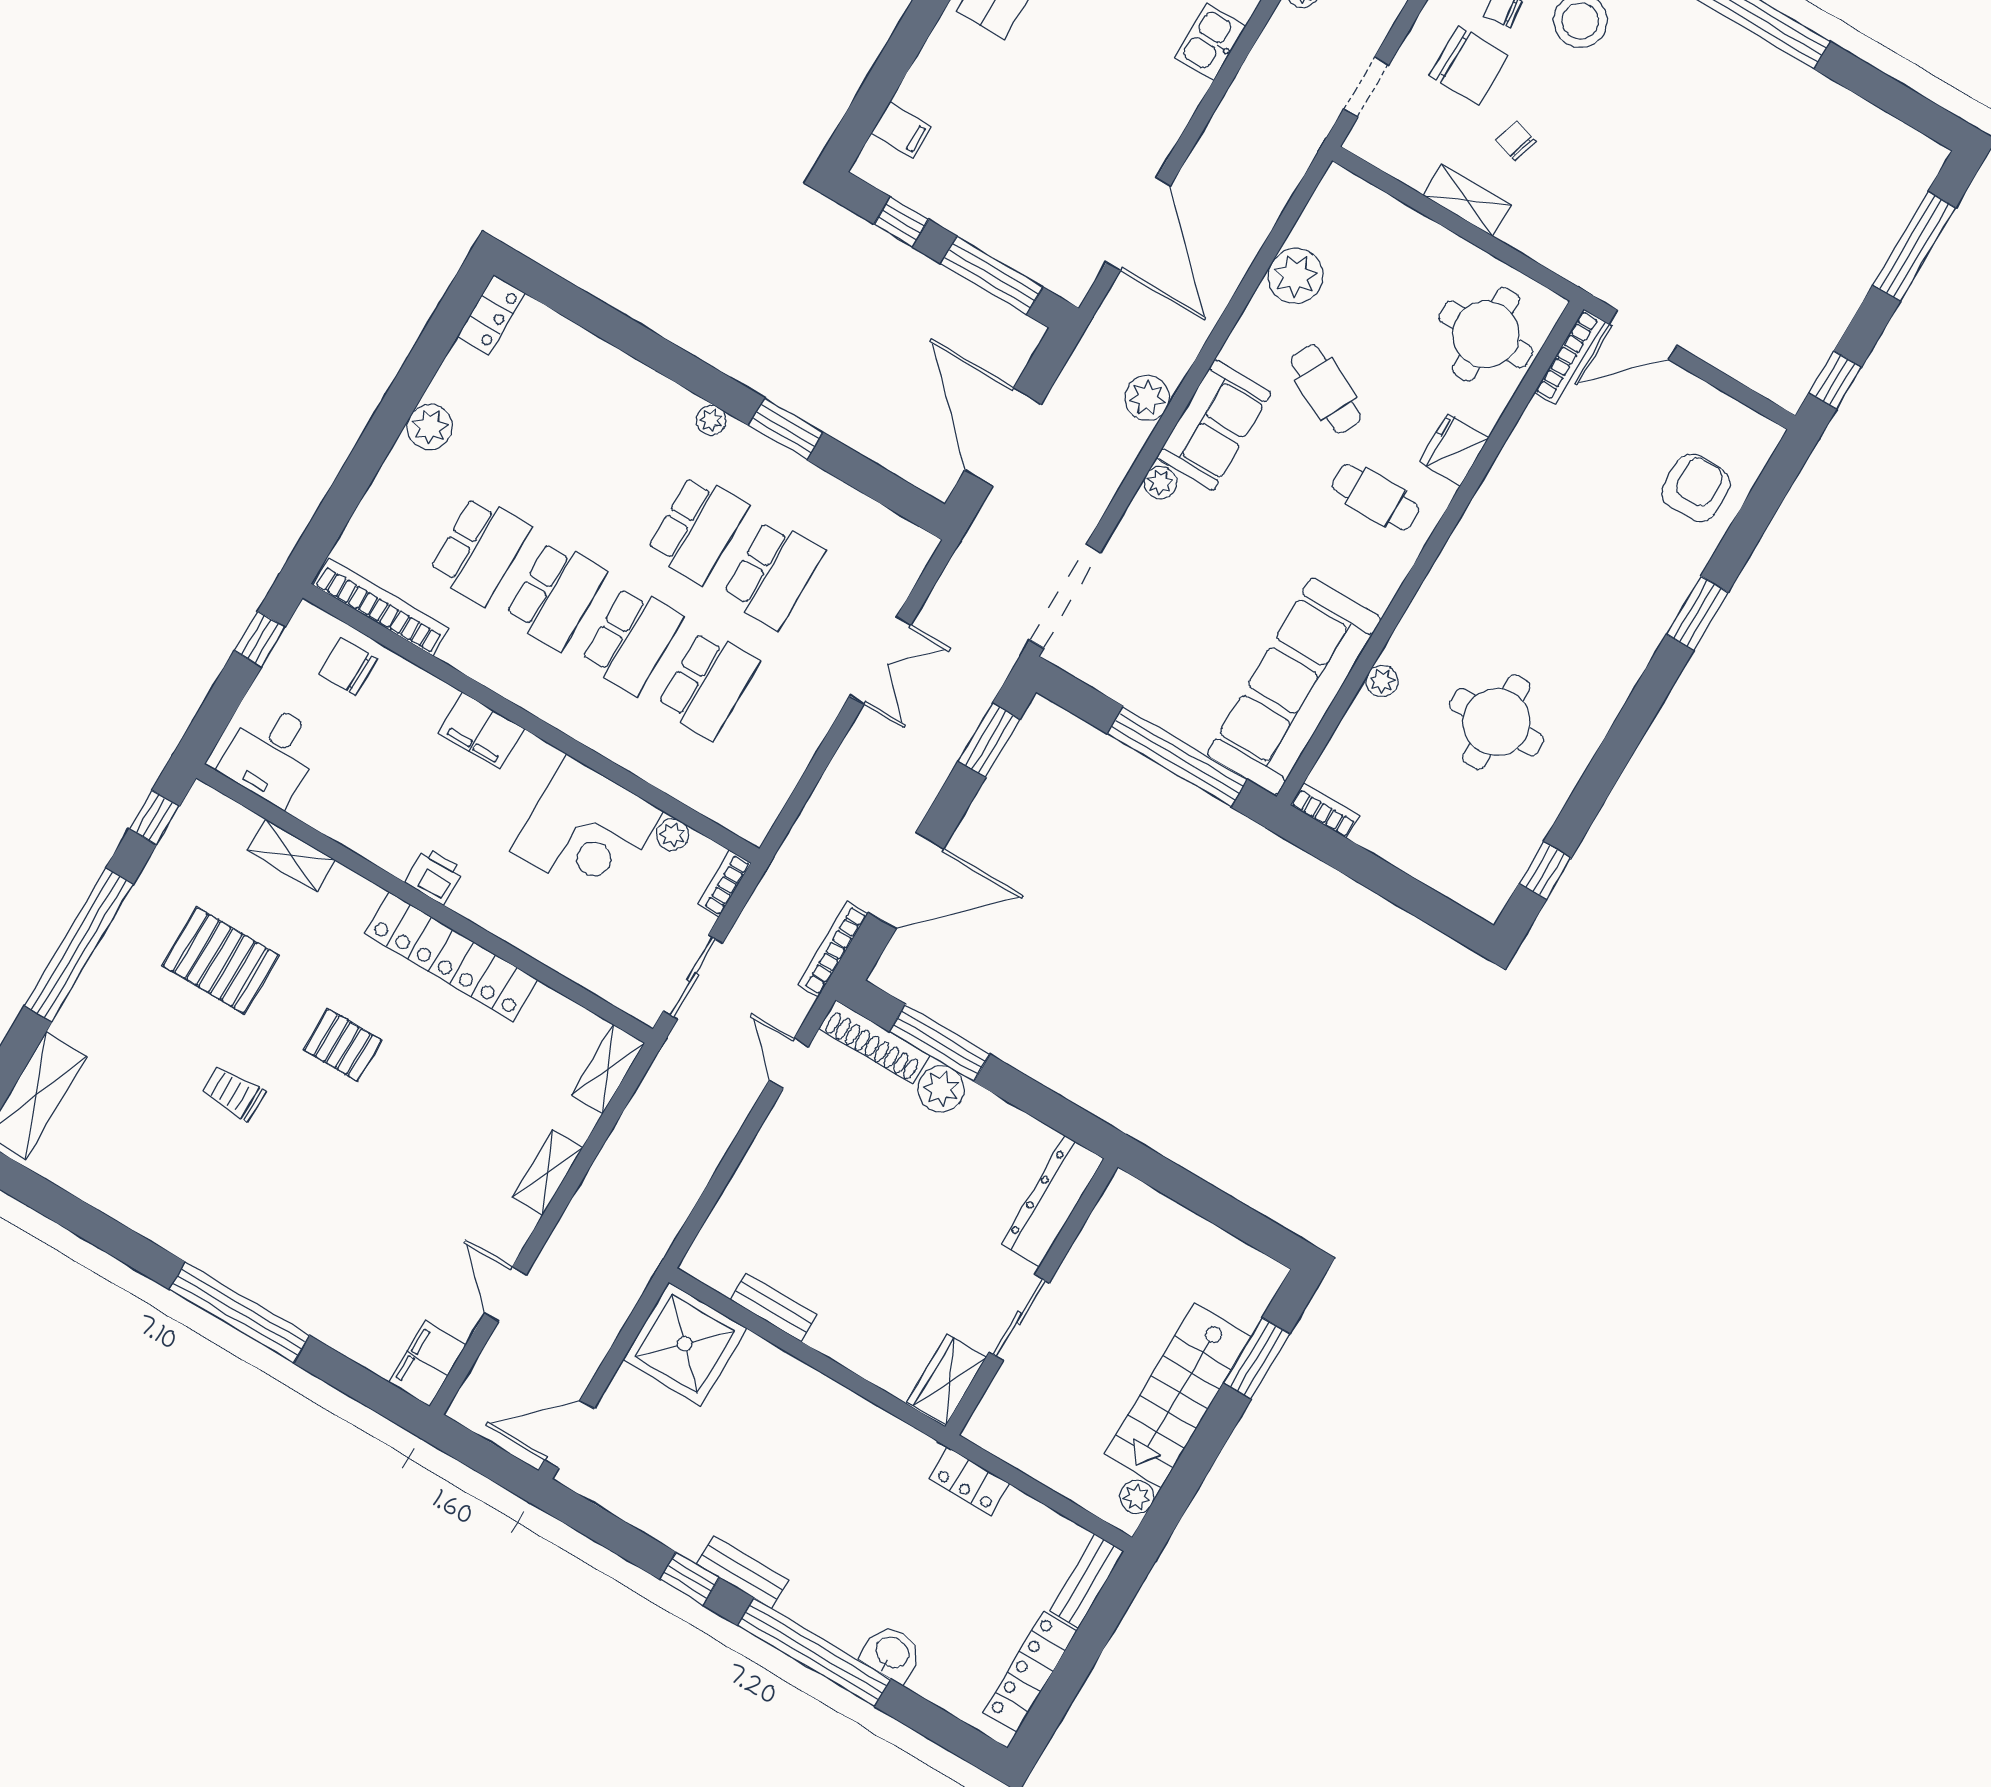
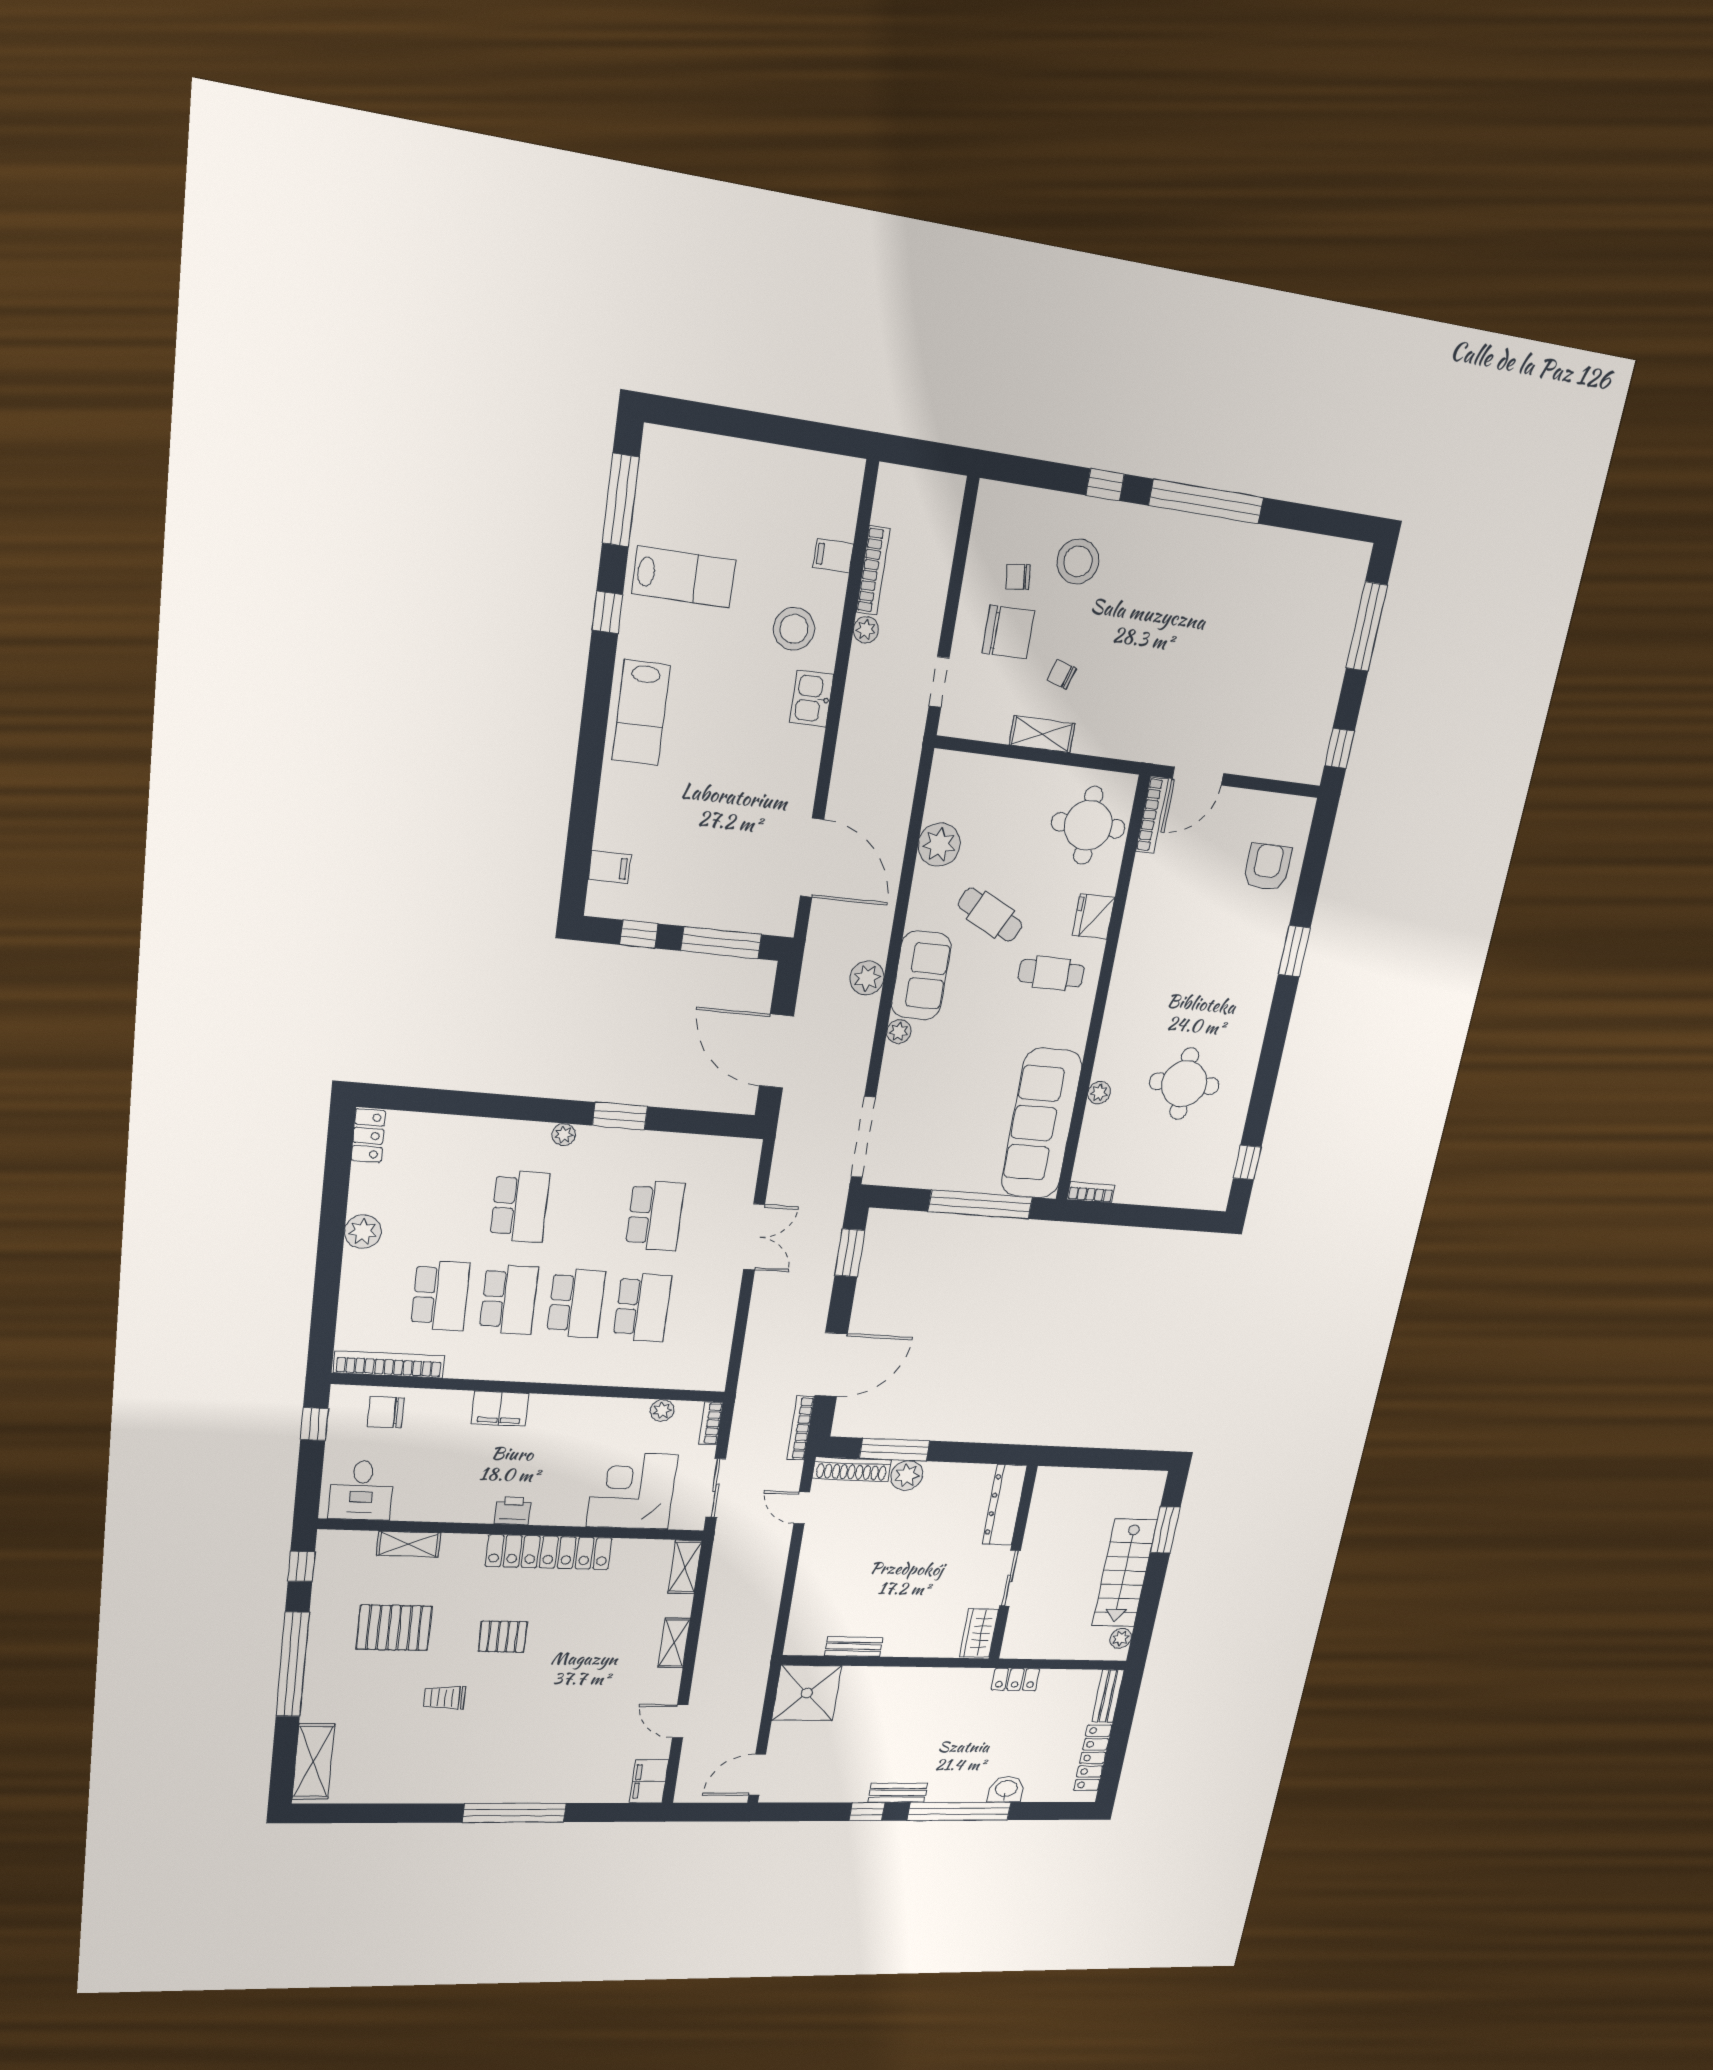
school desk: (697, 529) -> (520, 1206), moved
corner desk: (587, 831) -> (632, 1491), moved, turned 180

